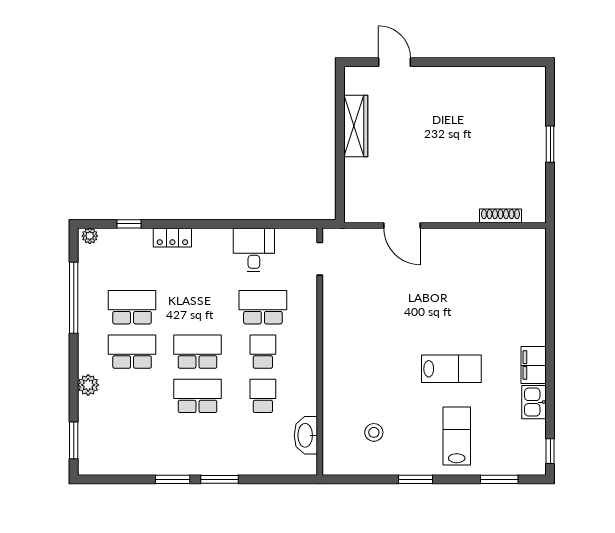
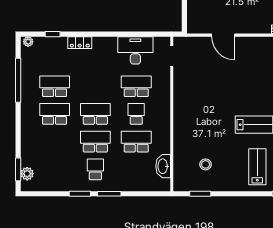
desk: (254, 250) -> (135, 50), width x1.37
plant: (88, 385) -> (27, 174), moved
school desk: (263, 396) -> (136, 142), width x1.85
school desk: (197, 440) -> (95, 169), added
window: (415, 479) -> (200, 194), moved

